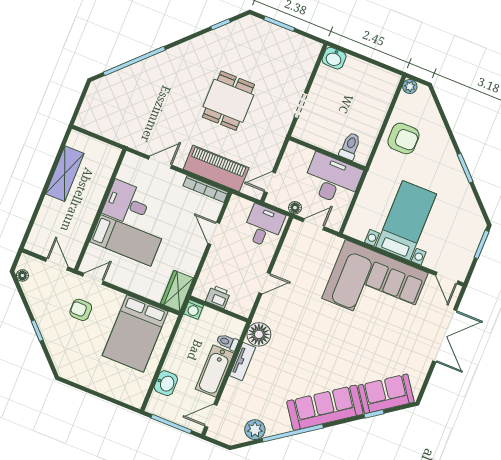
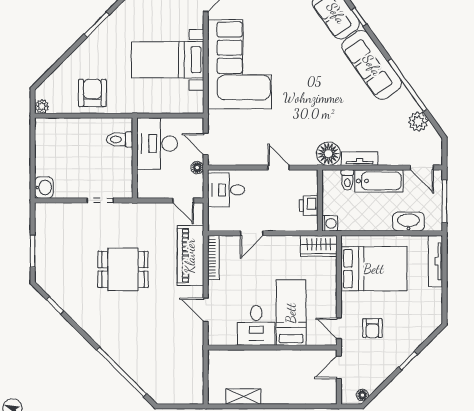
shelving: (65, 174) -> (243, 397), width x0.67, depth x0.75
washbasin: (166, 383) -> (408, 222), width x1.38
tv unit: (119, 393) -> (435, 261), added

